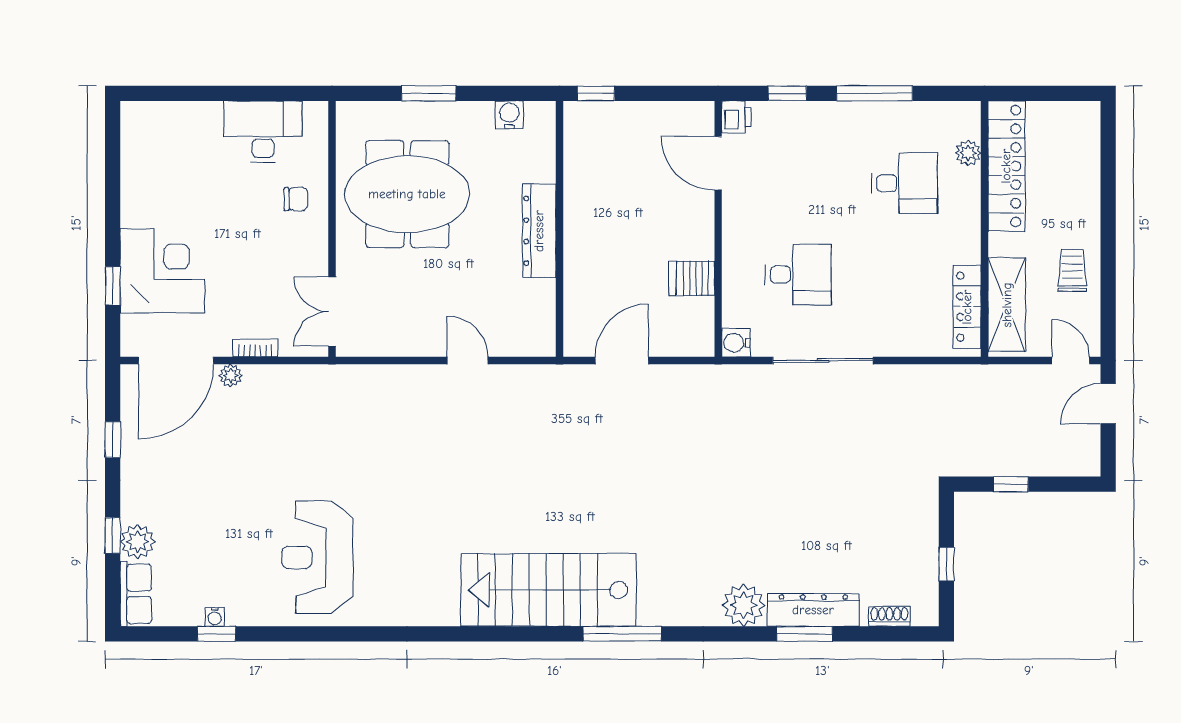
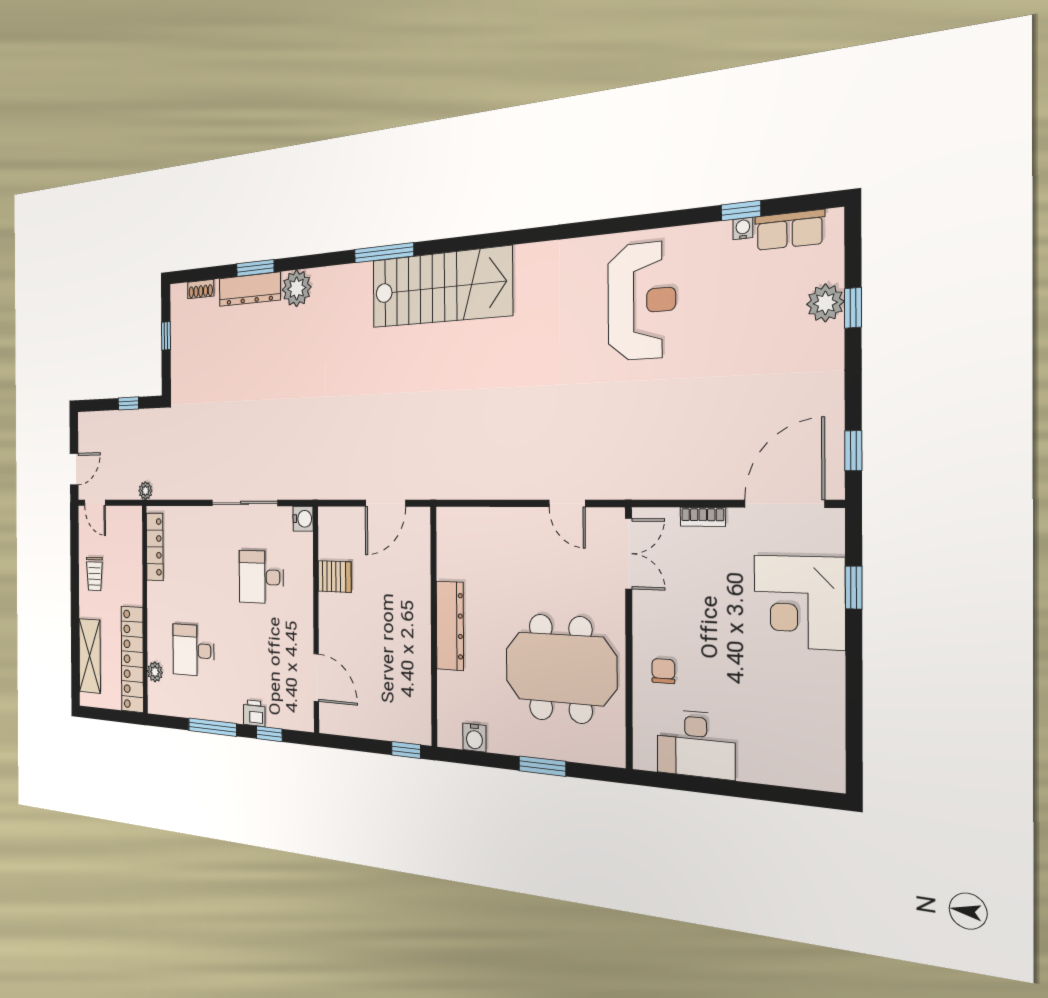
printer: (736, 117) -> (254, 713), moved, turned 90
chair: (296, 199) -> (663, 671), turned 90
shelving: (1007, 305) -> (90, 656), moved
door: (468, 361) -> (567, 503), moved
plant: (230, 376) -> (145, 491), moved
window: (113, 440) -> (853, 451), moved
row of seats: (136, 594) -> (790, 230), moved, turned -90

